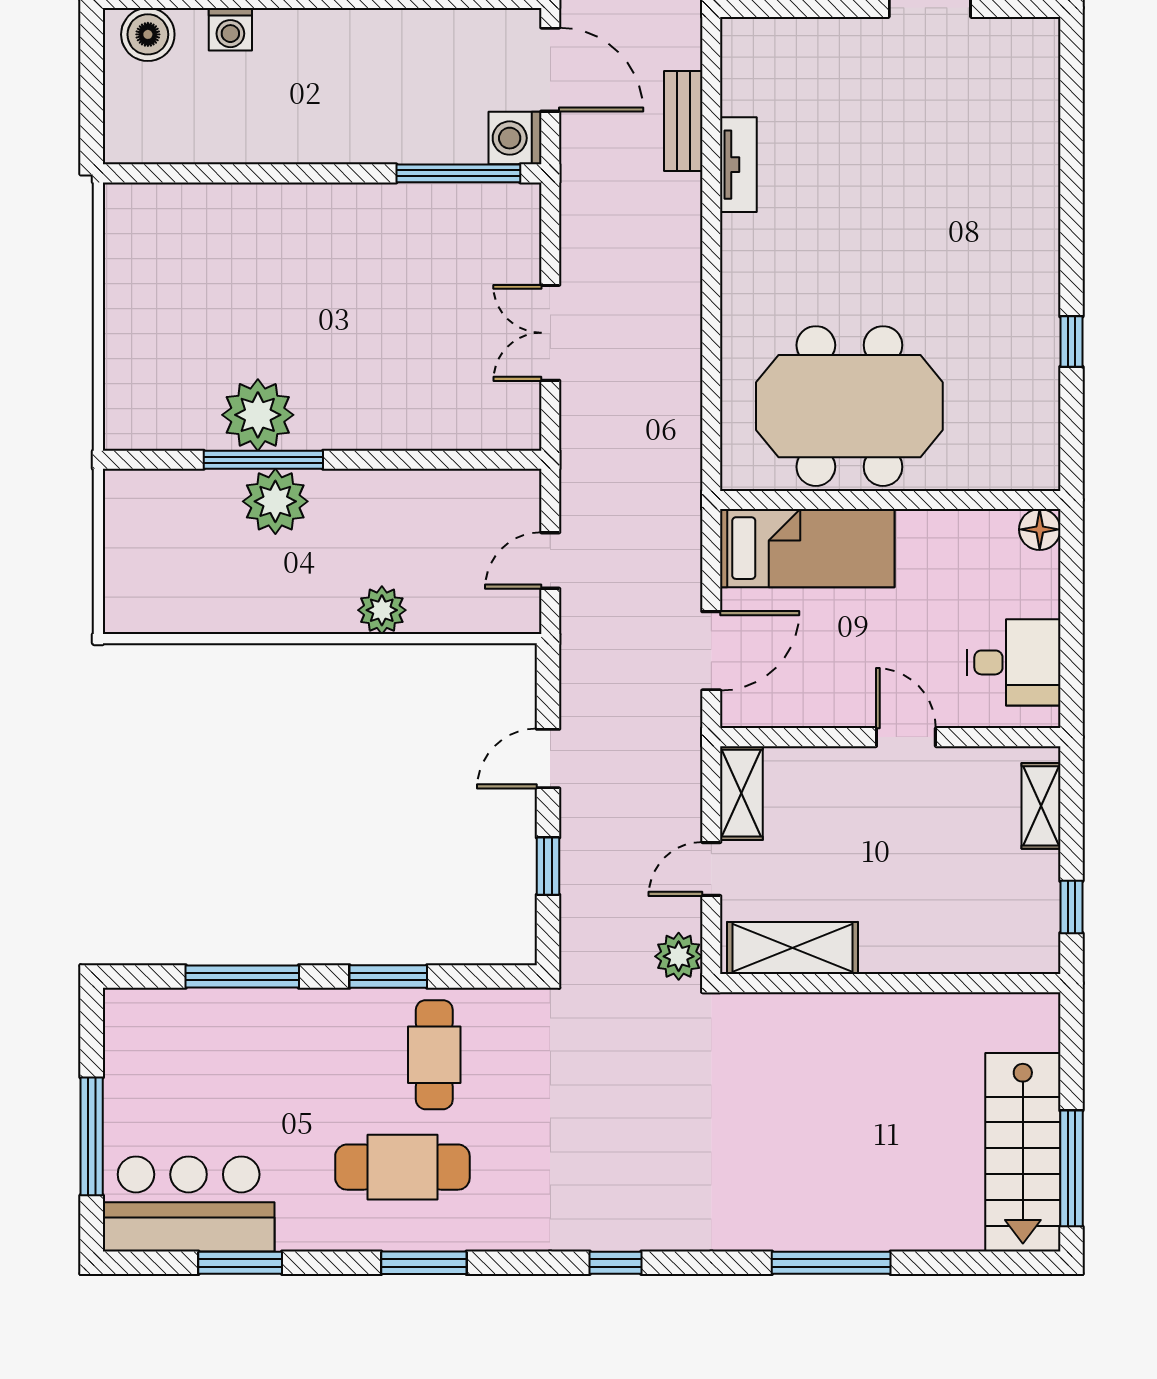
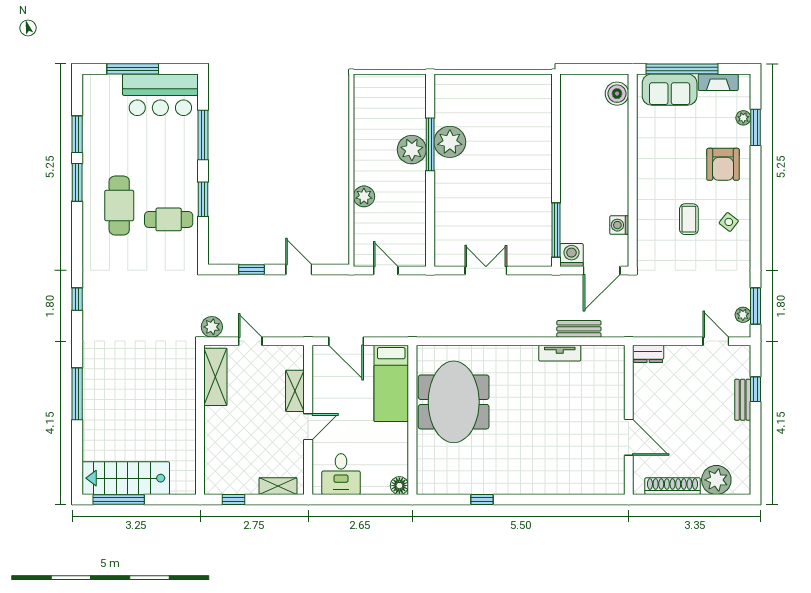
washing machine: (230, 29) -> (619, 225), moved
shelving: (741, 793) -> (295, 391), moved, turned 90
bar counter: (189, 1204) -> (160, 95), moved, turned 90
window: (424, 1263) -> (77, 182), moved

